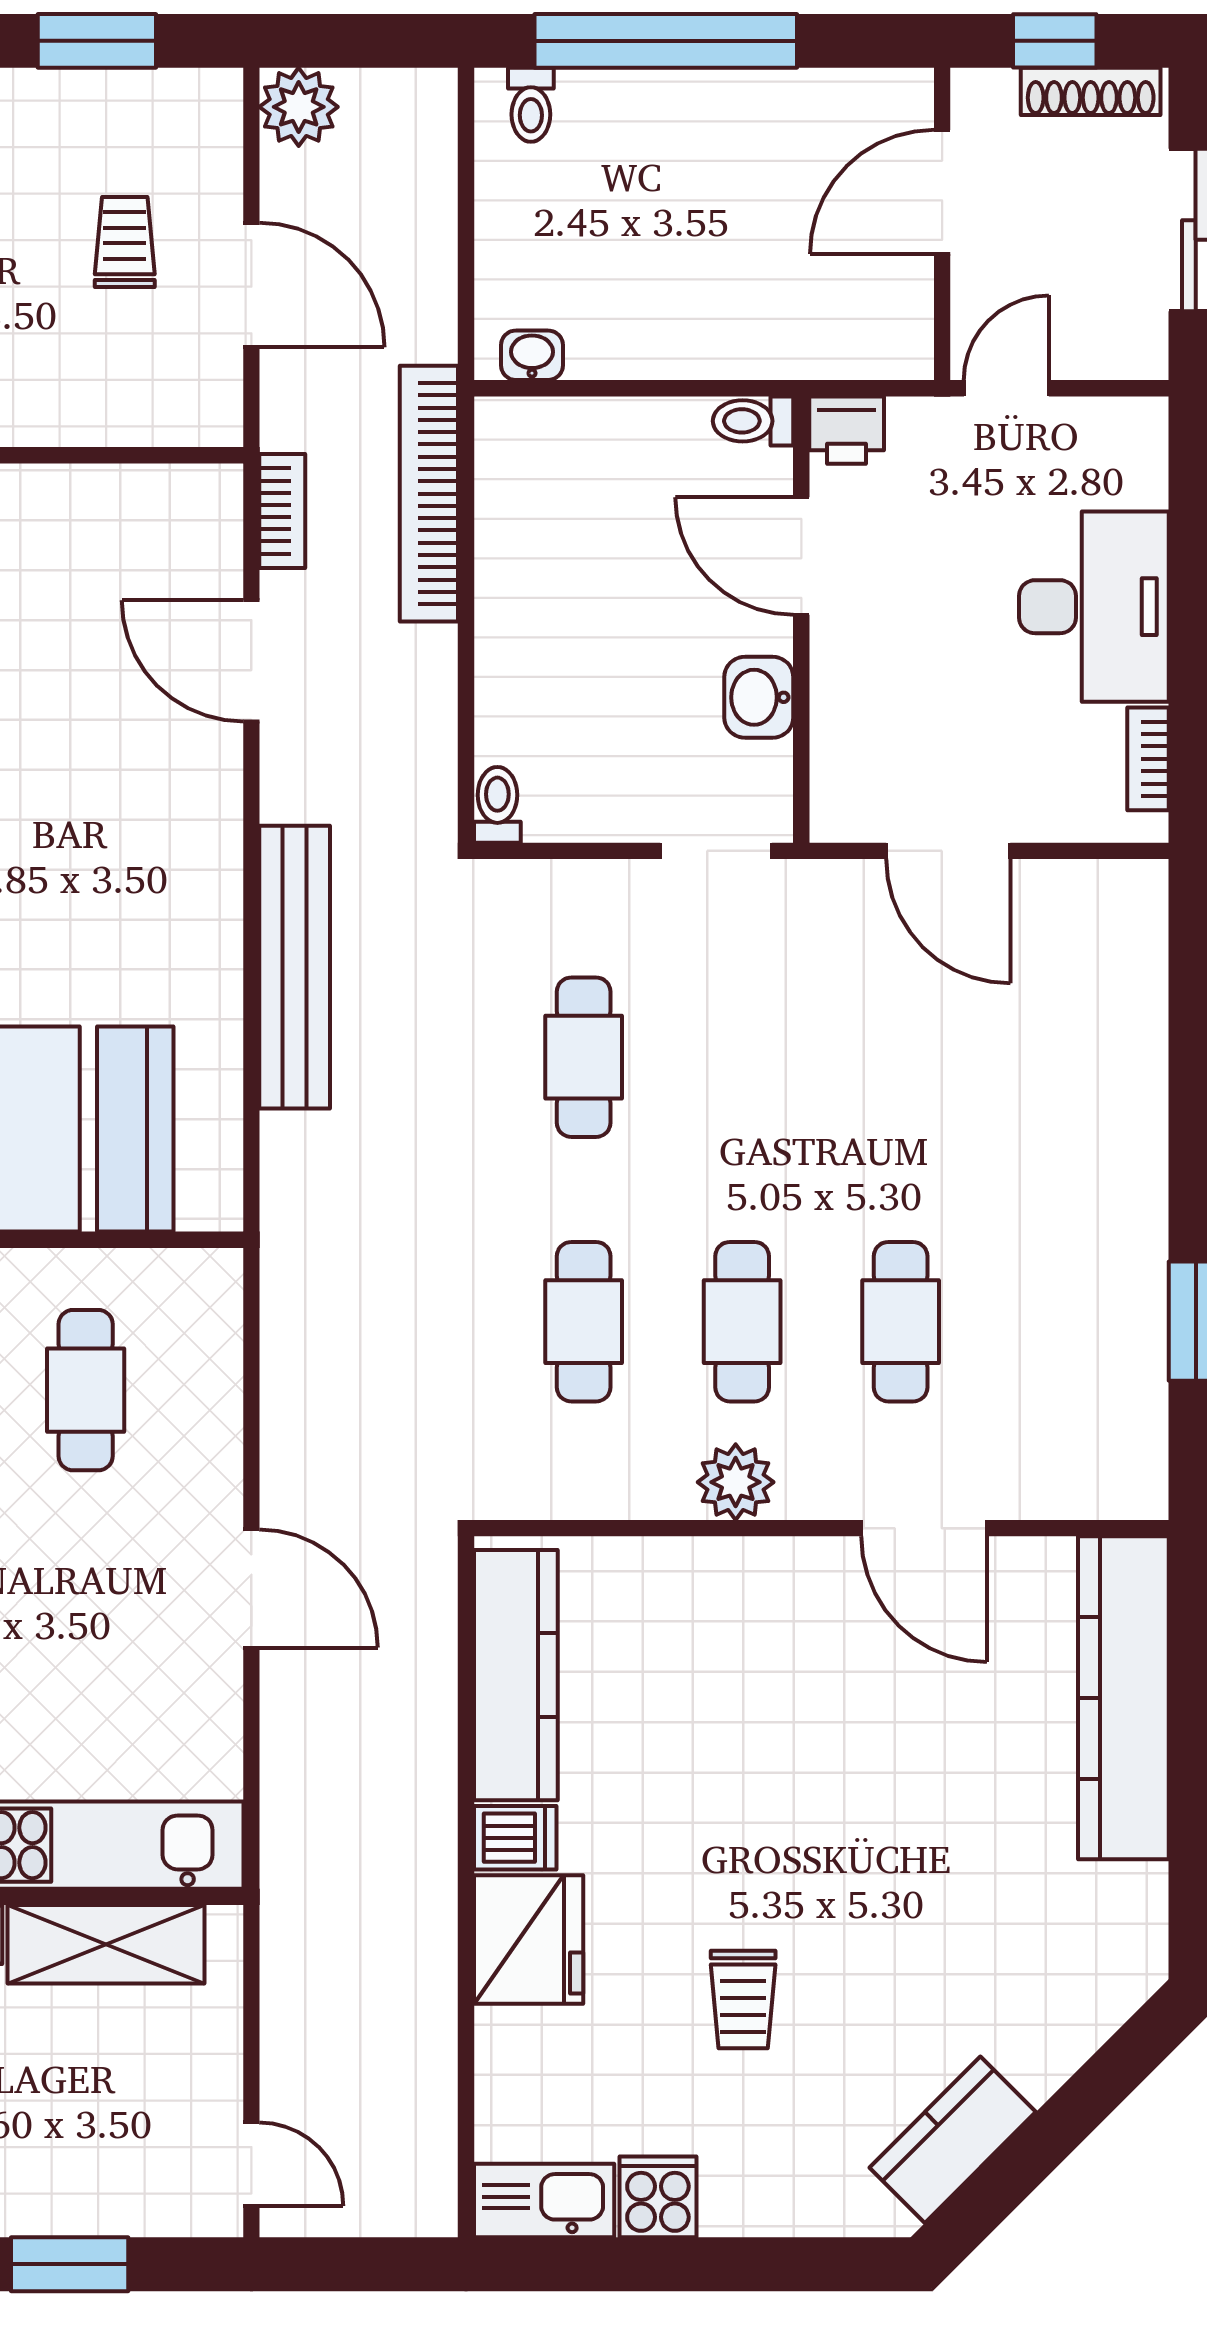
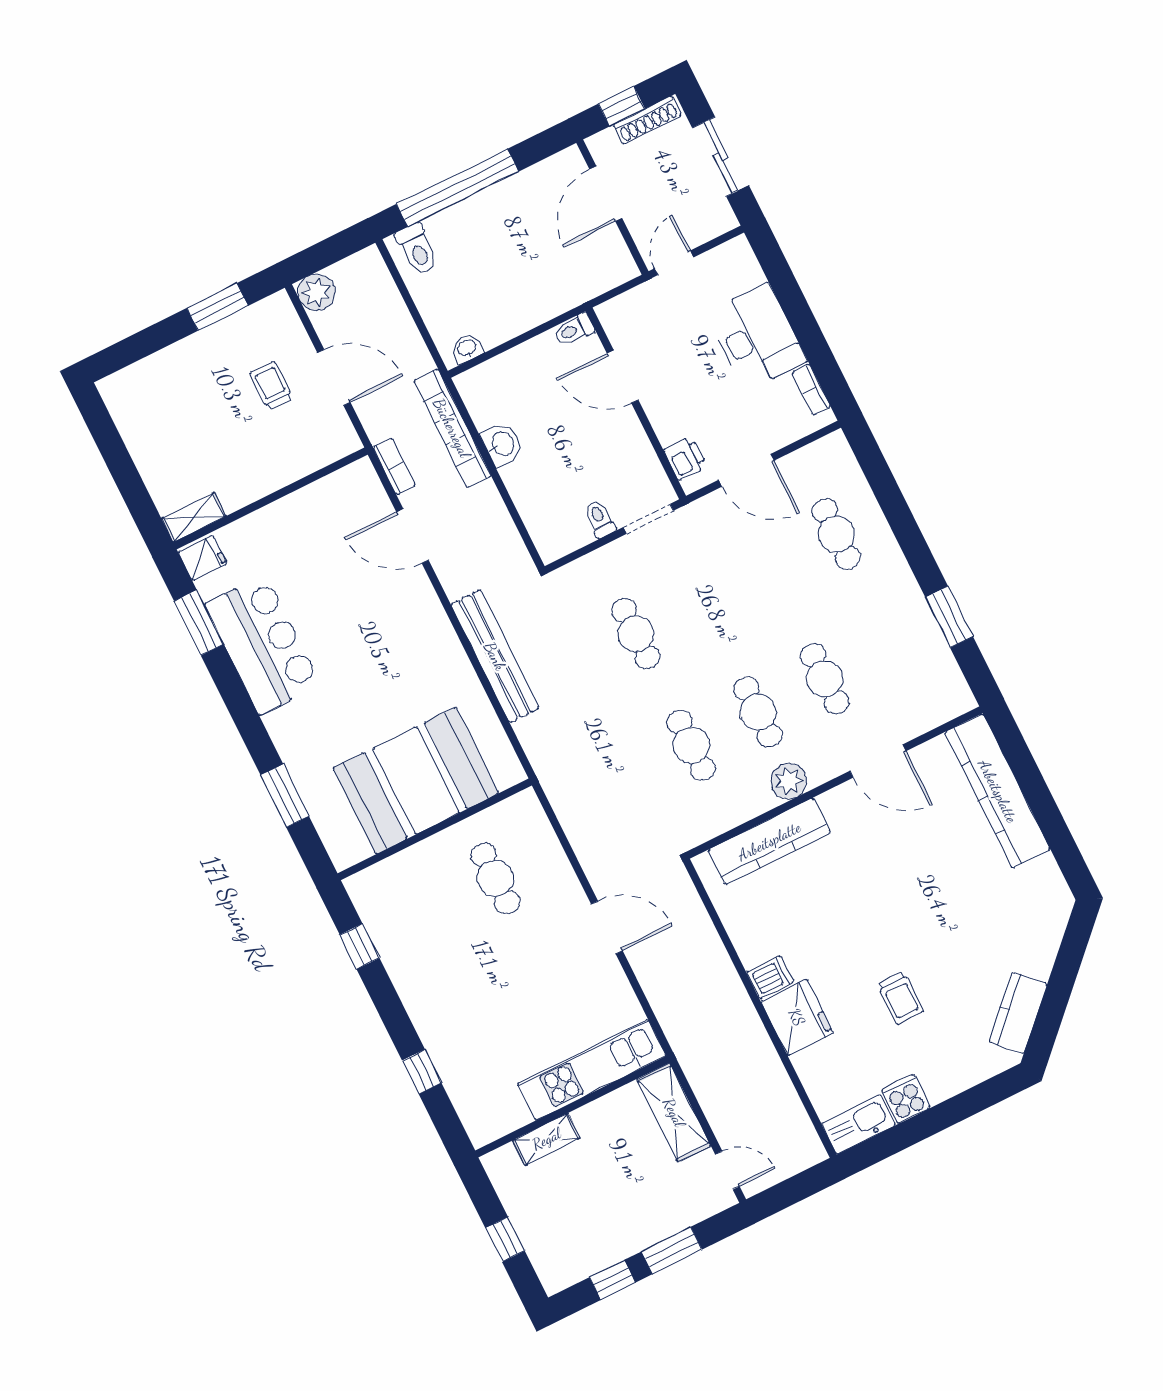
toilet: (531, 105) -> (417, 249), width x1.37, depth x1.39
printer: (847, 430) -> (685, 458), moved, turned -90
washbasin: (759, 697) -> (502, 444), moved, turned 180
toilet: (497, 805) -> (600, 519), moved
cafe table: (1059, 1057) -> (836, 534), added
kitchen counter: (516, 1675) -> (769, 841), moved, turned 90
shelving: (106, 1944) -> (674, 1112), moved, turned 90

